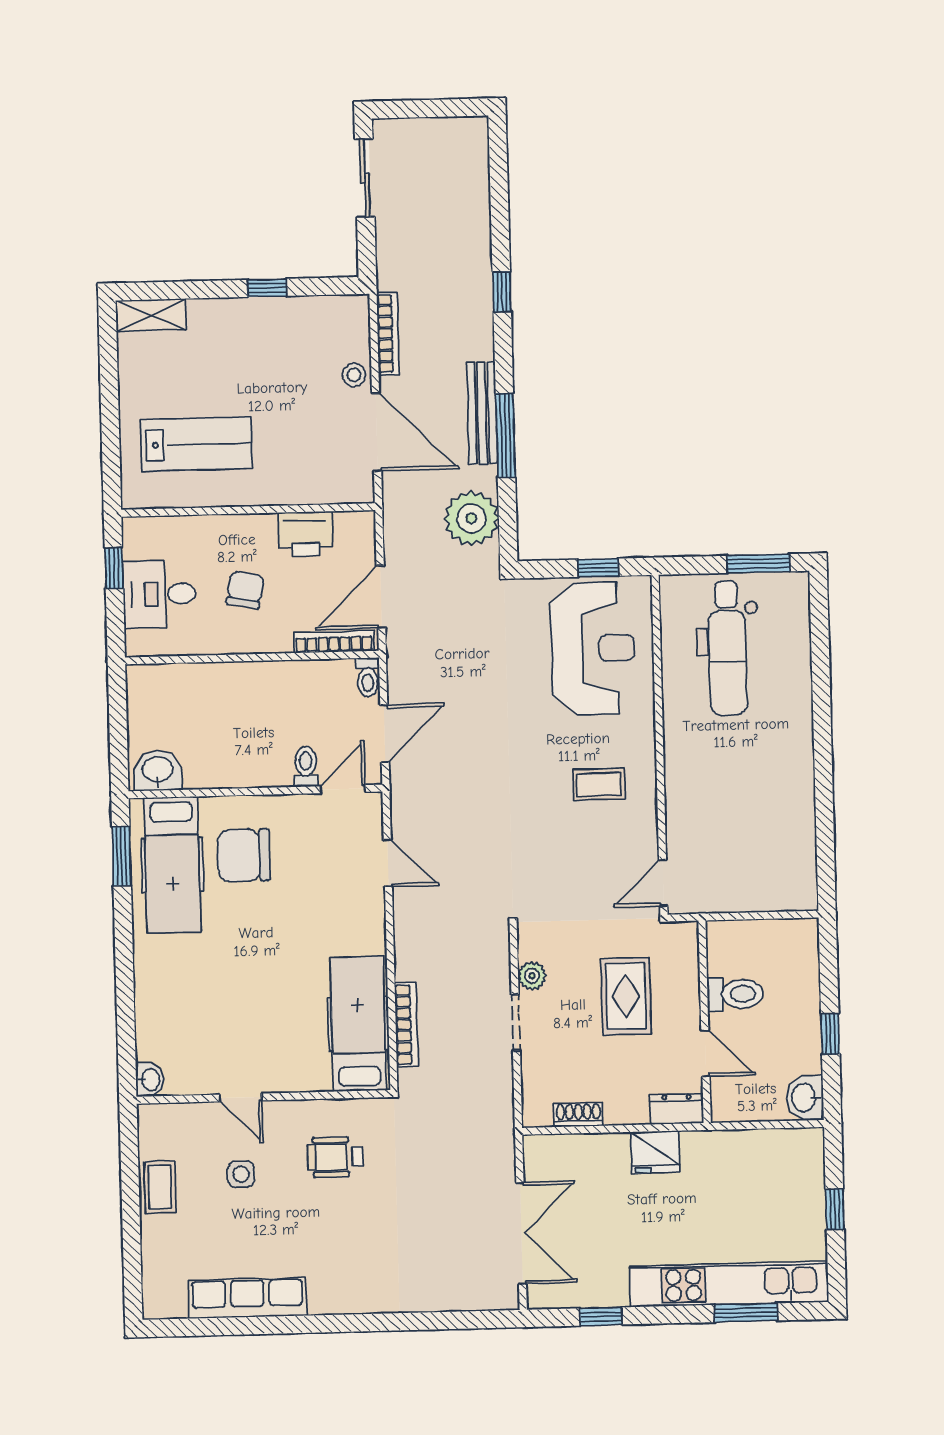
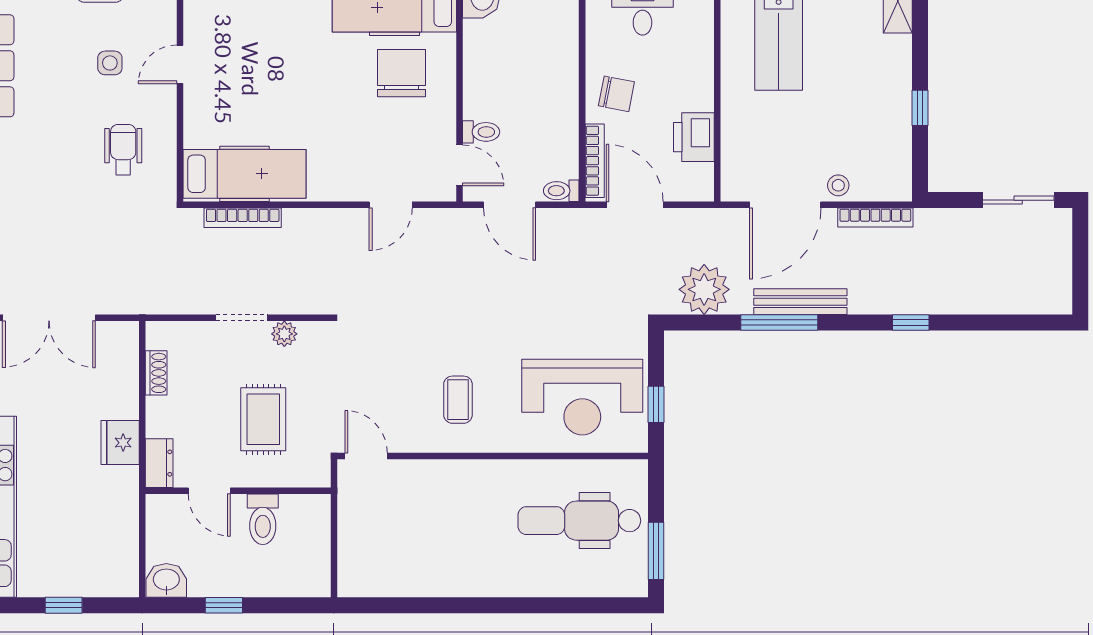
chair: (245, 590) -> (616, 94), moved
rug: (626, 996) -> (263, 419), turned 90
door: (705, 1053) -> (209, 491), hinge flipped

